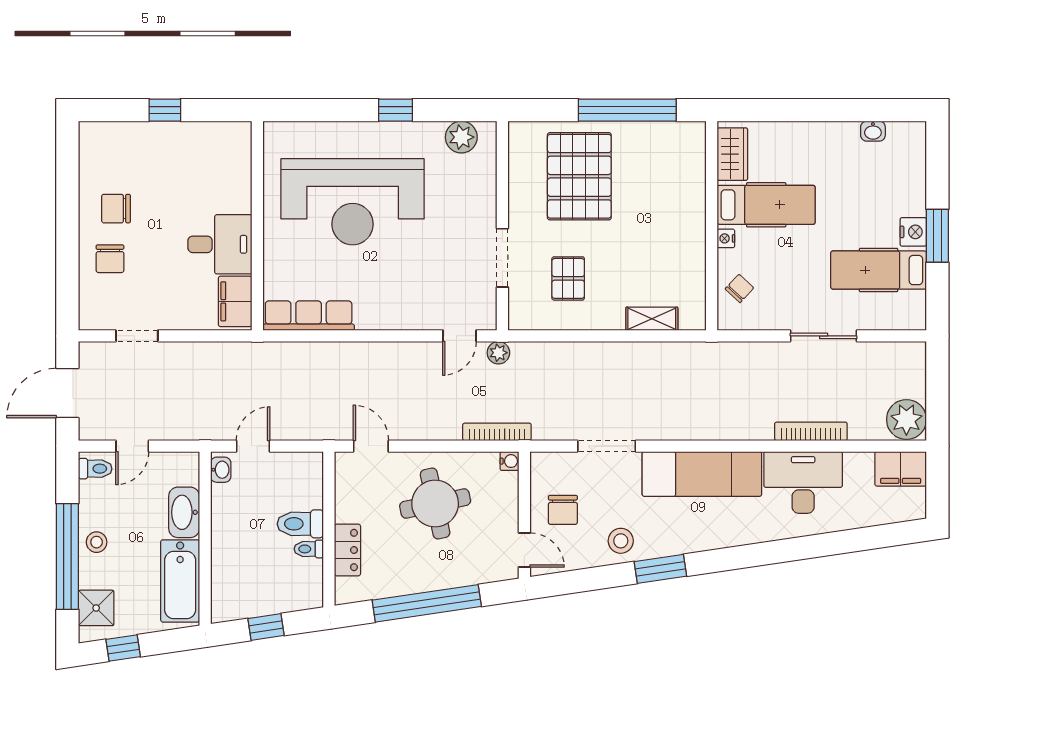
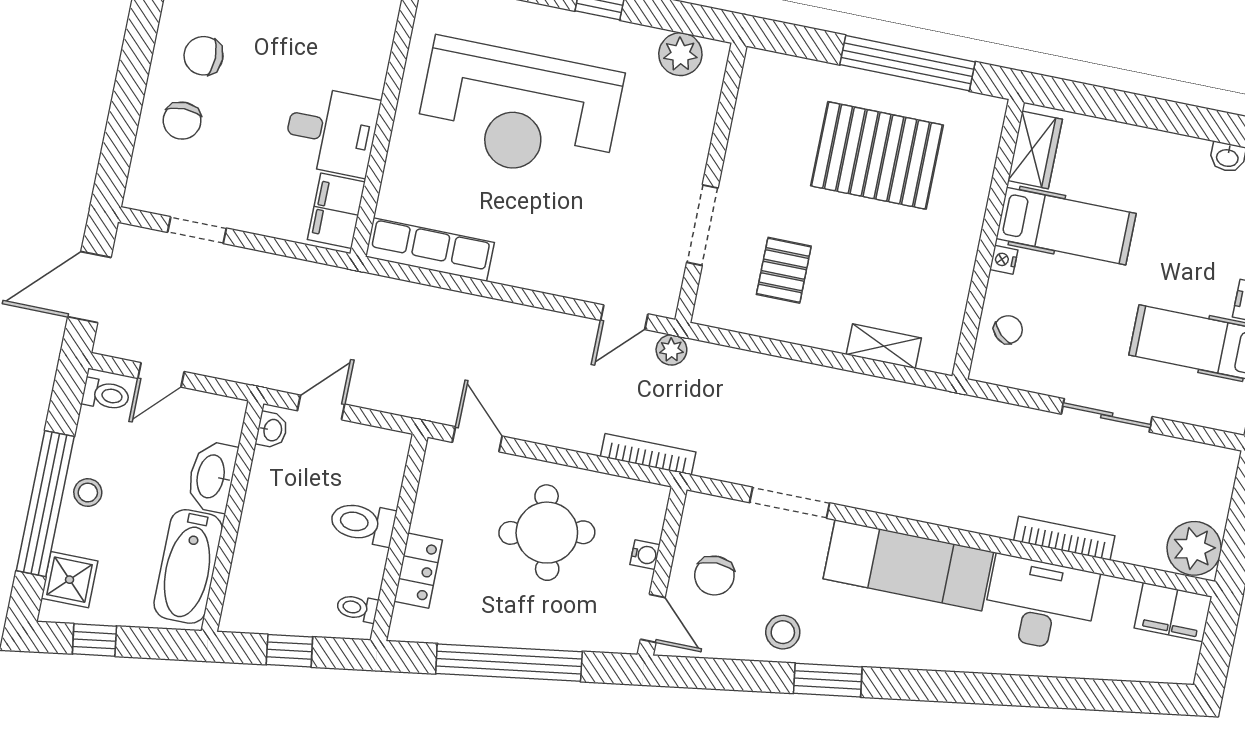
pallet: (579, 176) -> (877, 155), moved, turned 90
water cooler: (509, 461) -> (645, 555), moved
toilet: (309, 549) -> (357, 608), moved

